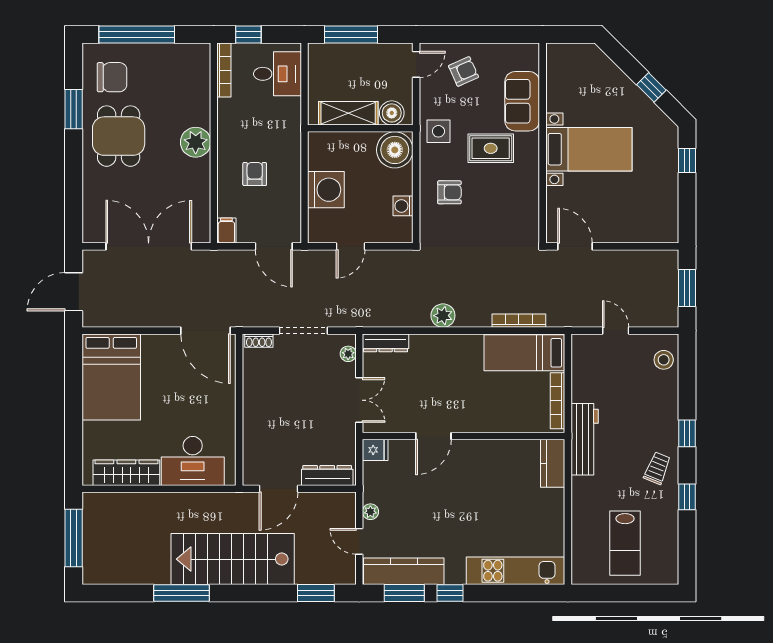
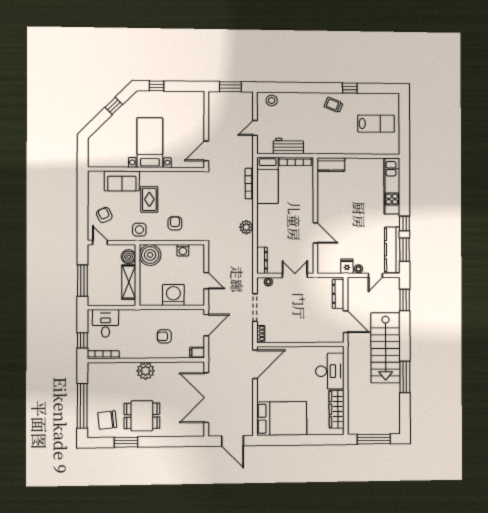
chair: (112, 77) -> (107, 420), turned -96
window: (687, 433) -> (314, 88), removed
workbench: (585, 439) -> (288, 146), moved, width x0.73
fridge: (375, 450) -> (347, 266), moved

